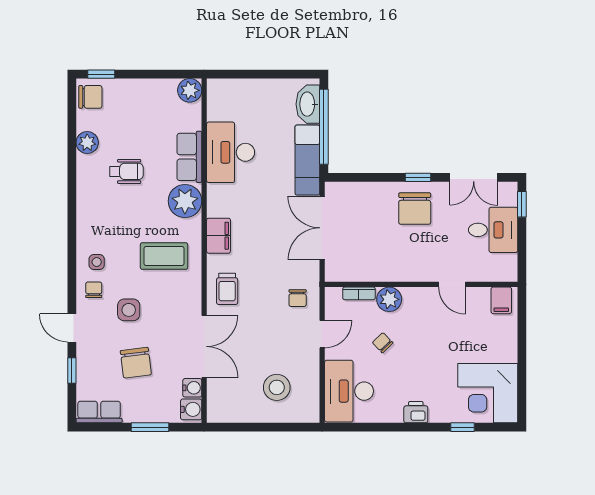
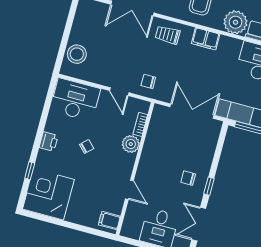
chair: (415, 209) -> (188, 178), width x0.54, depth x0.54
door: (452, 284) -> (129, 190), swing flipped
chair: (383, 343) -> (87, 146), moved
stool: (277, 387) -> (77, 54), moved

